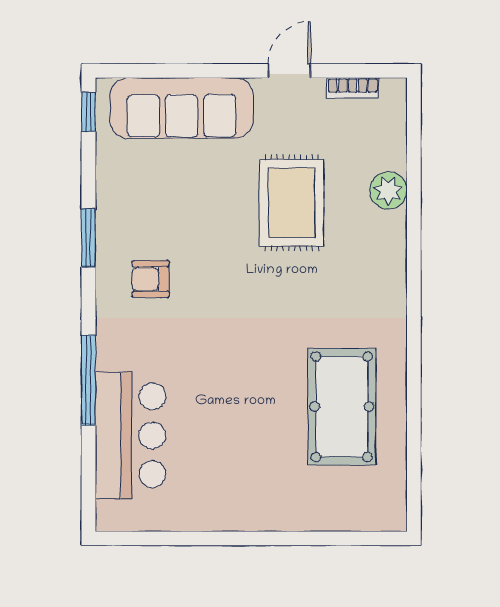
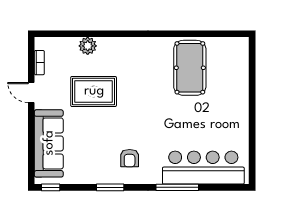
pool table: (342, 407) -> (190, 68), turned 90
bar counter: (130, 435) -> (203, 168), width x1.36

